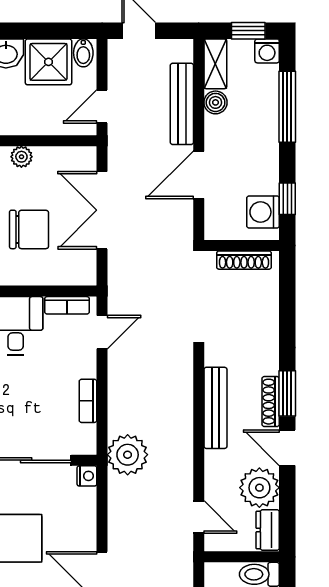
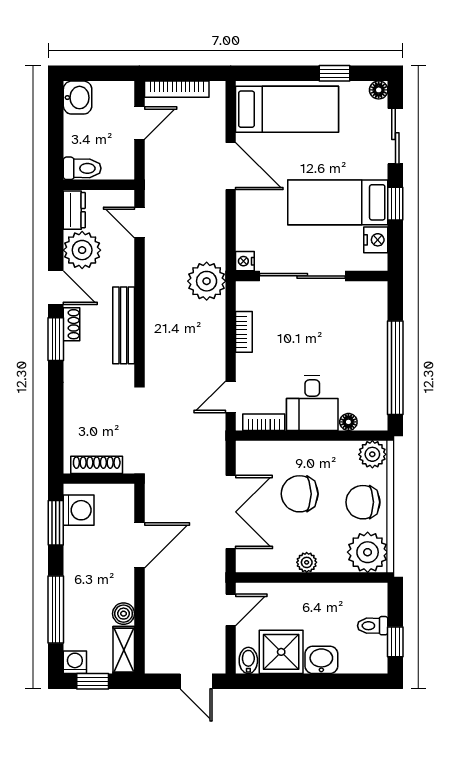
bench: (182, 104) -> (155, 612), removed
window: (287, 199) -> (56, 523), width x1.50
shoe rack: (271, 402) -> (72, 324), width x0.70

